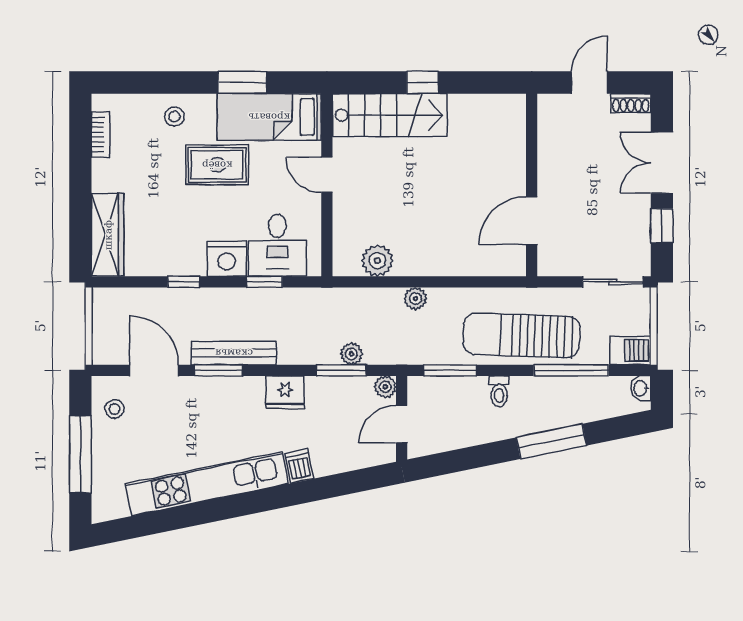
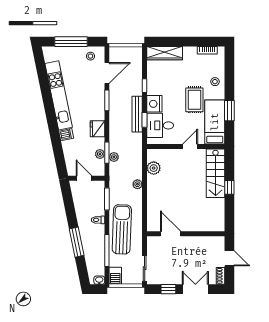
bench: (234, 353) -> (137, 114), moved
plant: (385, 387) -> (100, 154), moved

